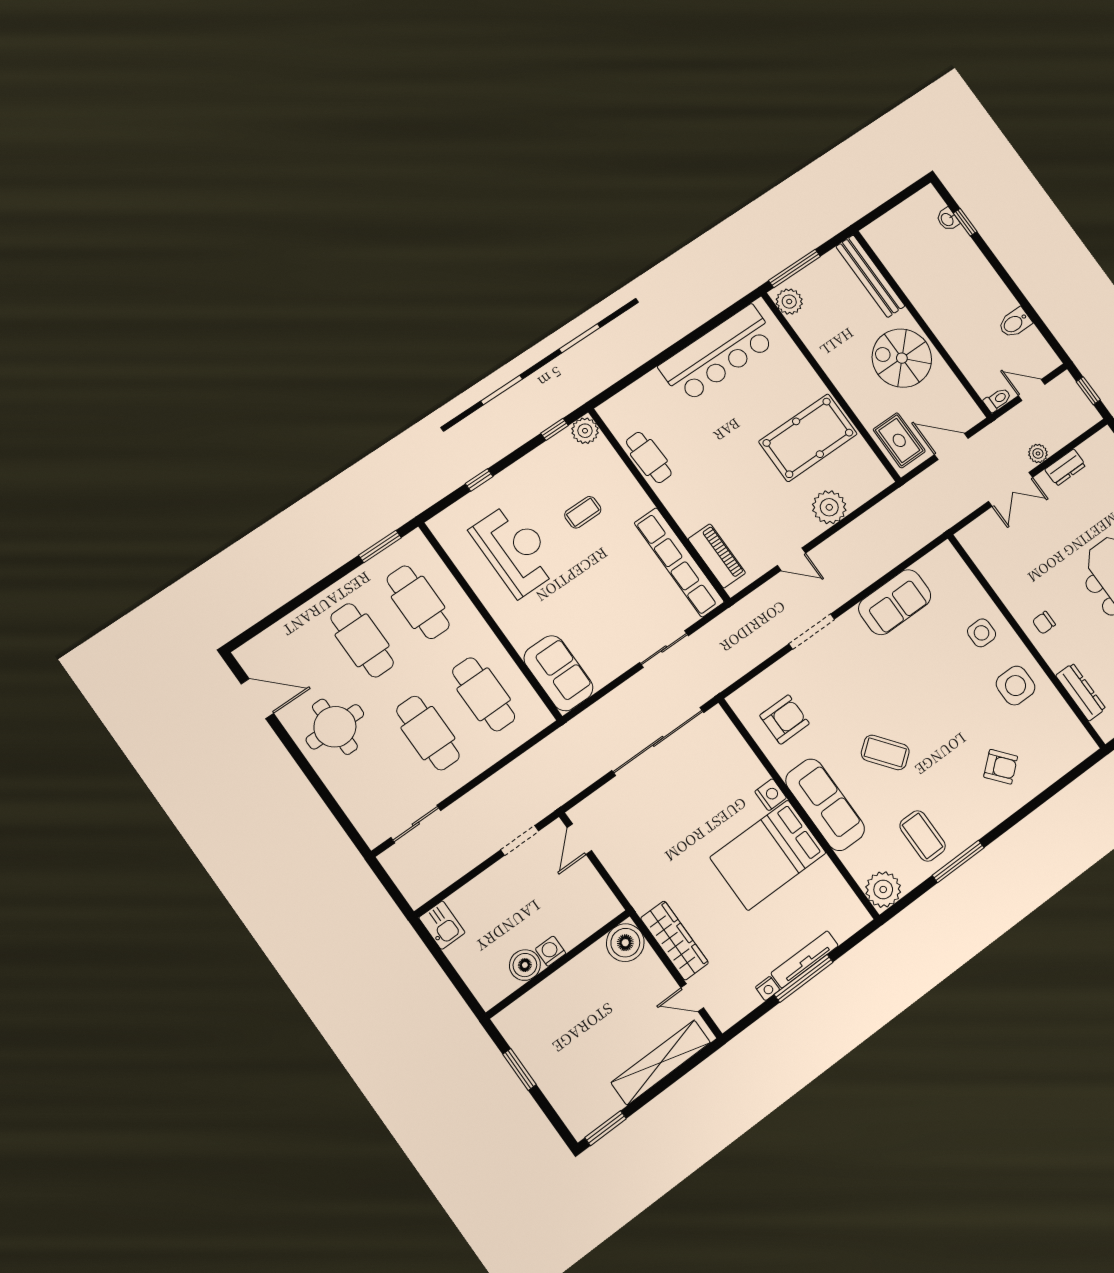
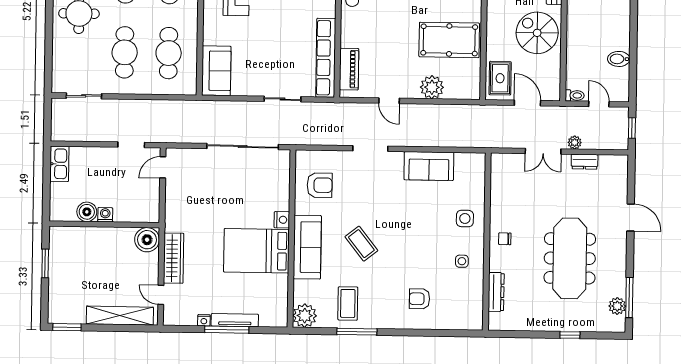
side table: (1016, 686) -> (462, 261), width x0.54, depth x0.54
armchair: (1001, 767) -> (420, 299), turned 130
kitchen sink: (442, 925) -> (59, 164), width x1.38

